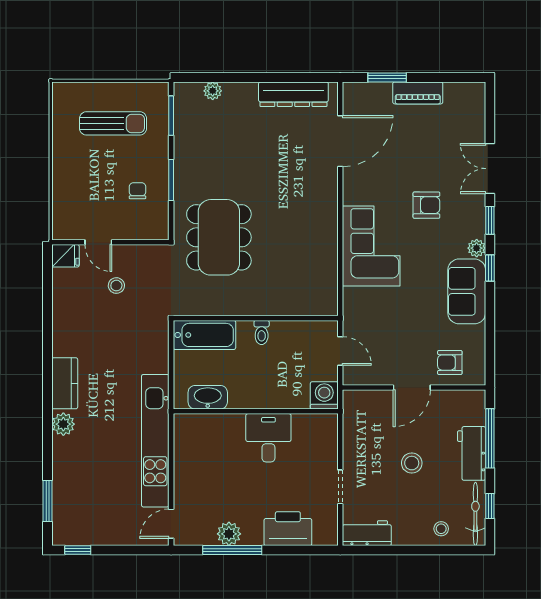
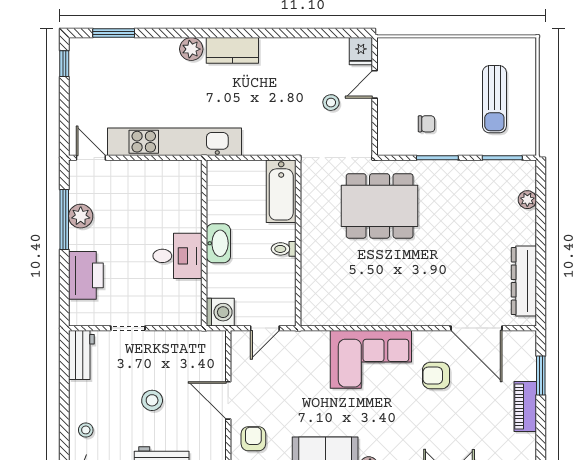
armchair: (426, 205) -> (436, 376), moved, turned 90
washbasin: (208, 397) -> (218, 243), moved

